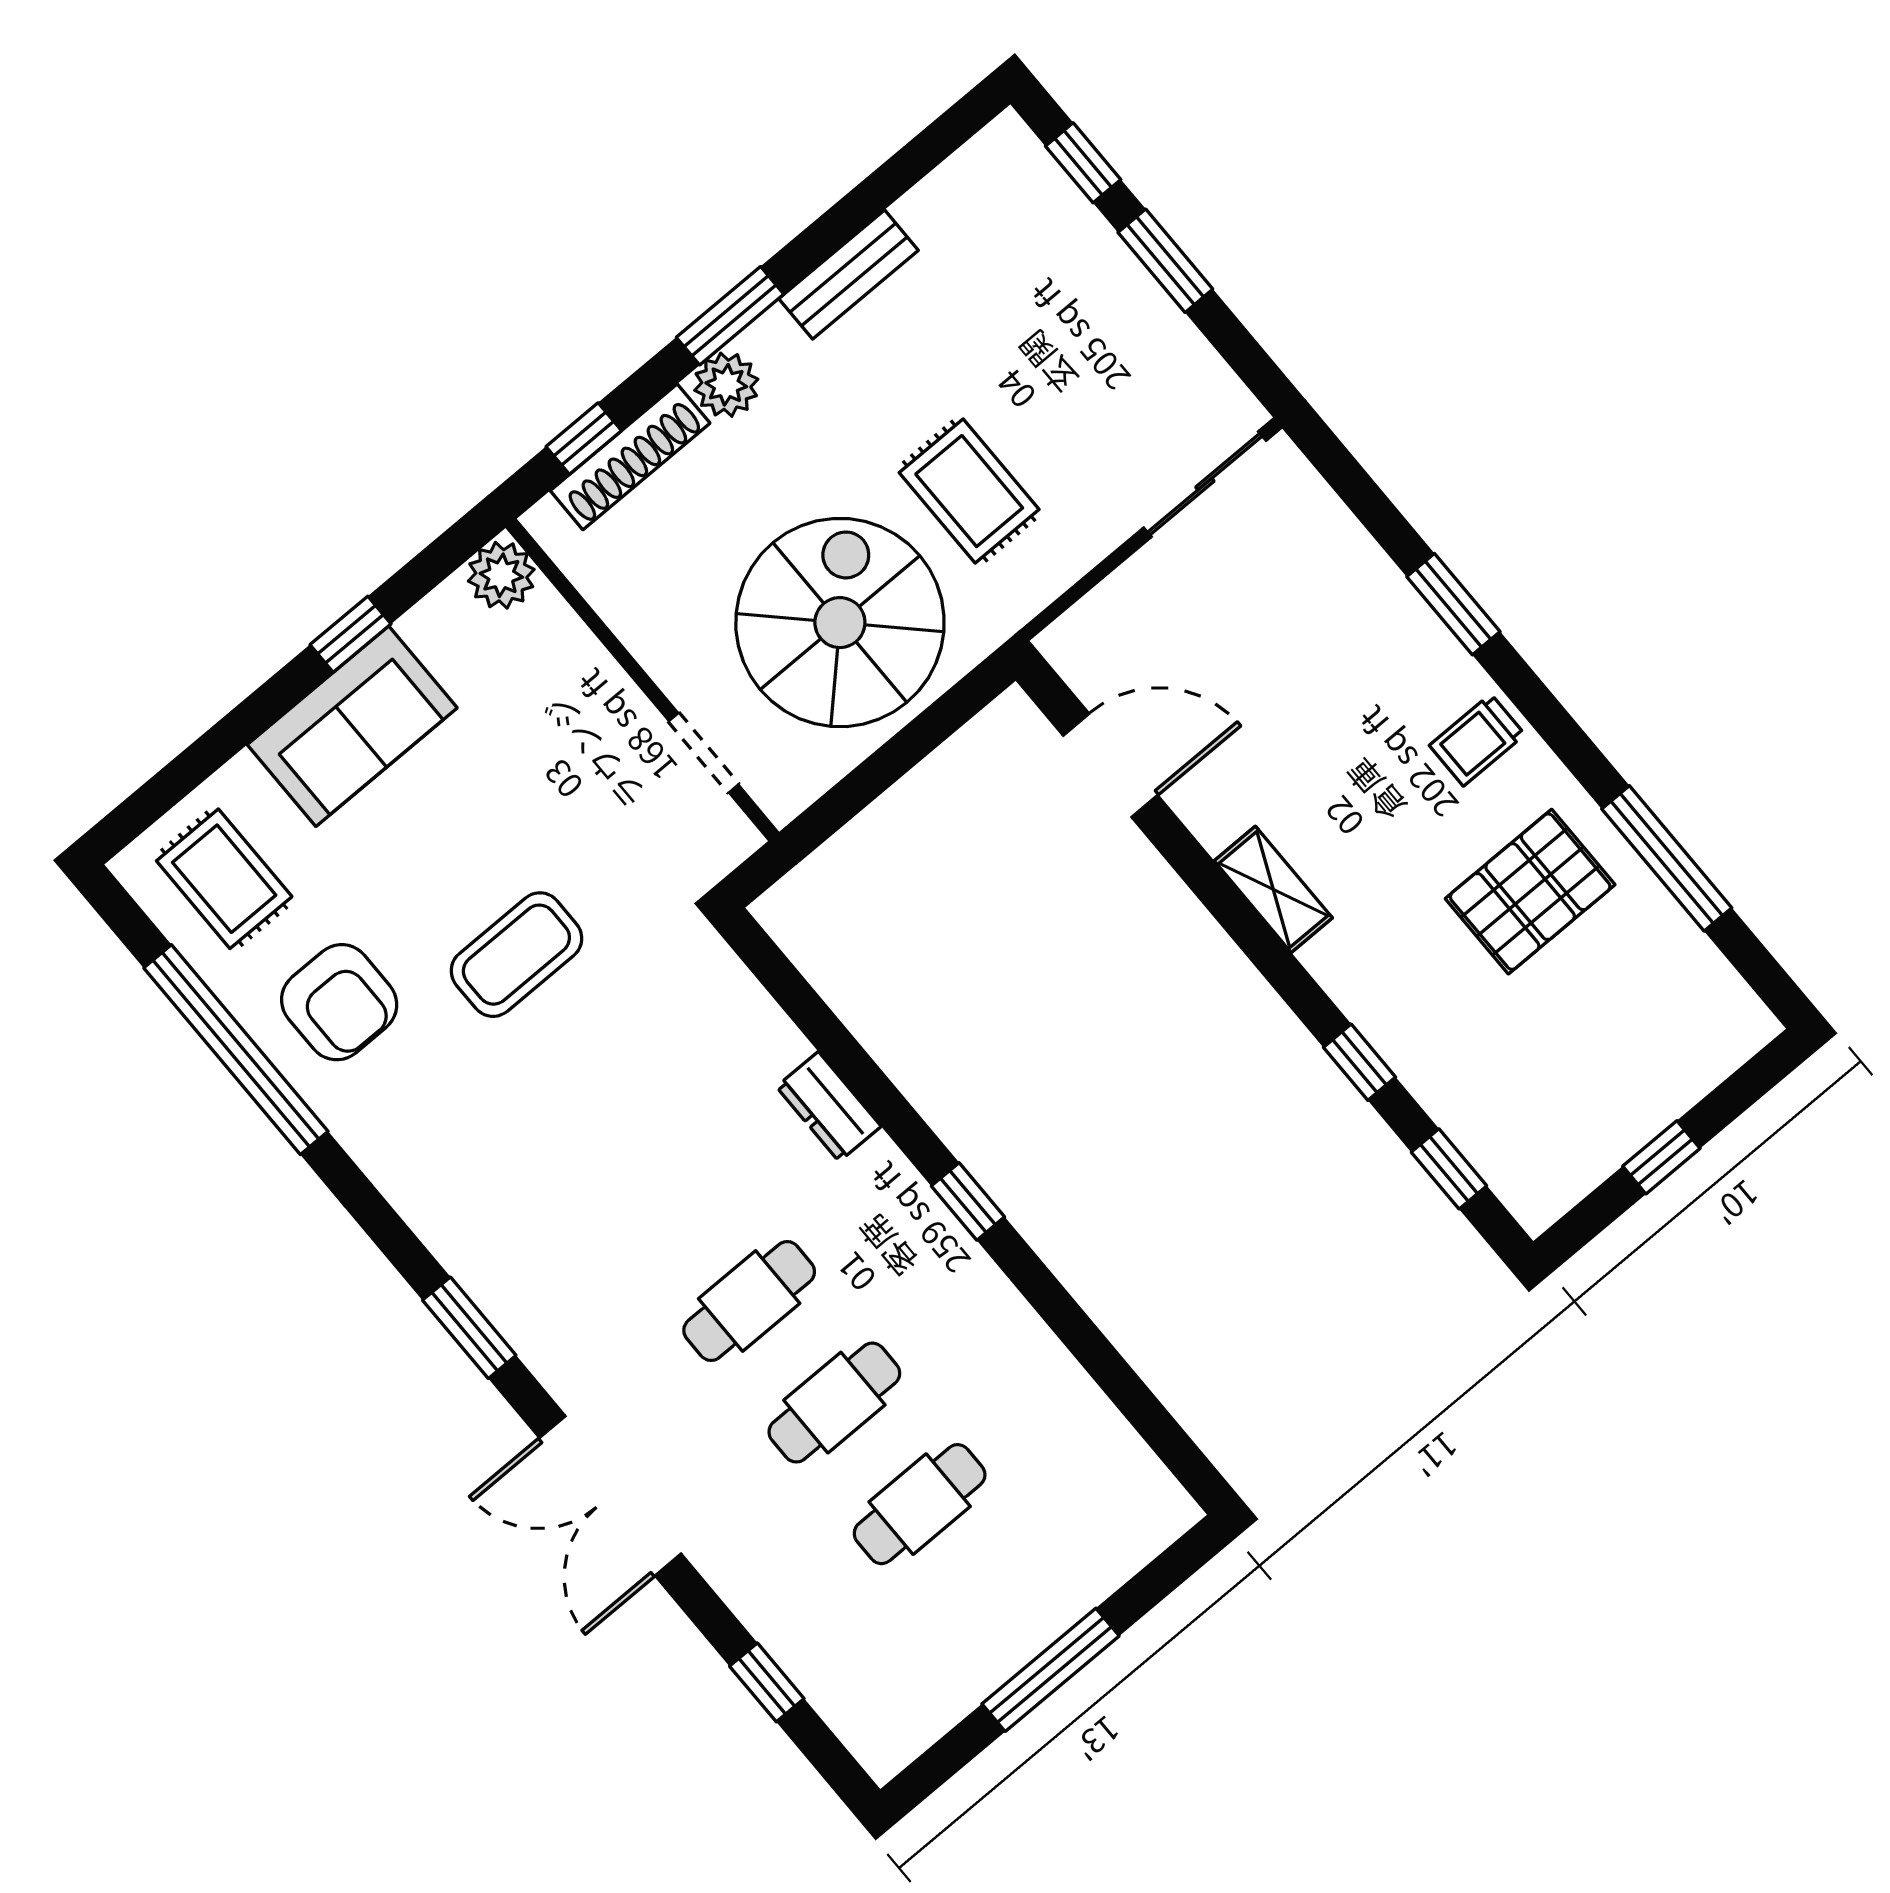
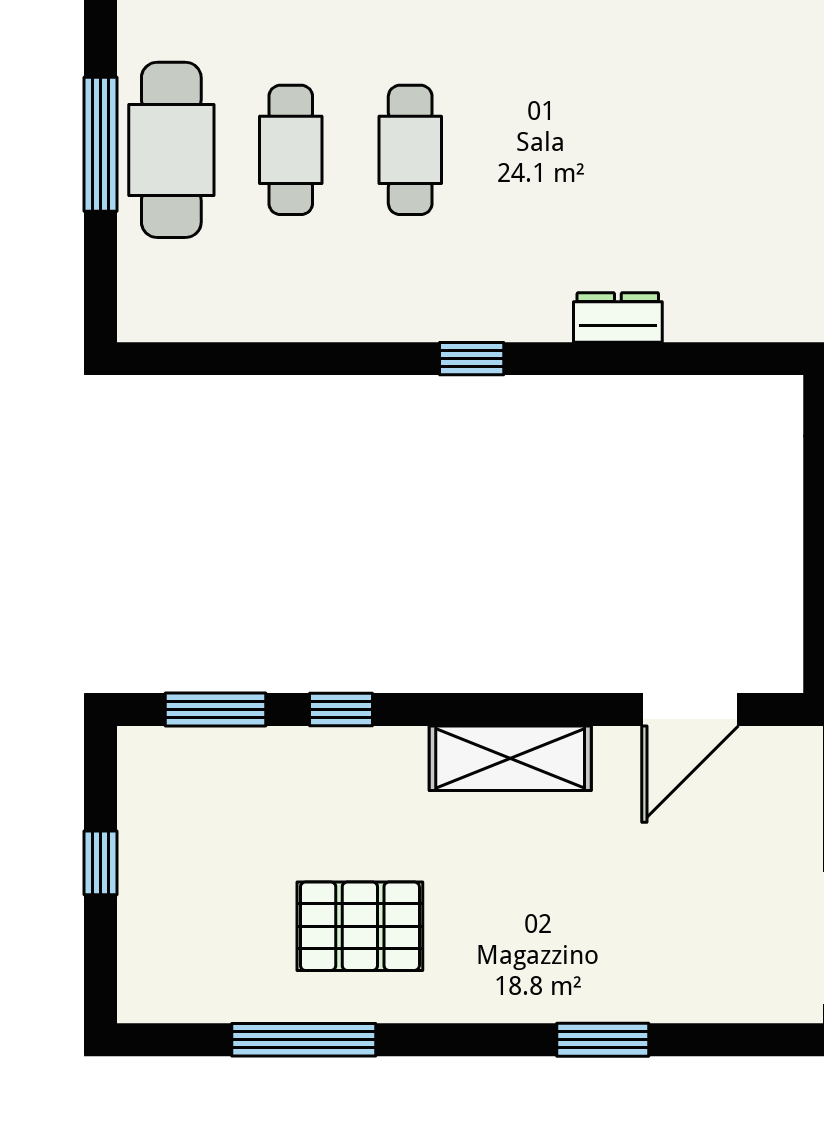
trolley: (1477, 740) -> (495, 977), removed
shelving: (1273, 889) -> (510, 758), width x1.50, depth x1.33
pallet: (1530, 892) -> (360, 926), turned 90
window: (1449, 1169) -> (215, 710), width x1.50
cafe table: (749, 1301) -> (171, 150), moved, width x1.37, depth x1.35

